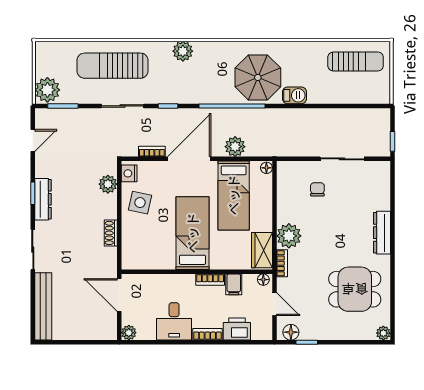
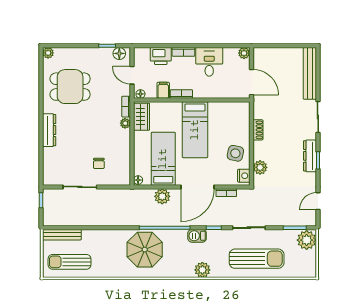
barbecue: (294, 95) -> (197, 236), moved
bench: (365, 97) -> (62, 235), added
plant: (289, 236) -> (125, 123), width x0.53, depth x0.53

